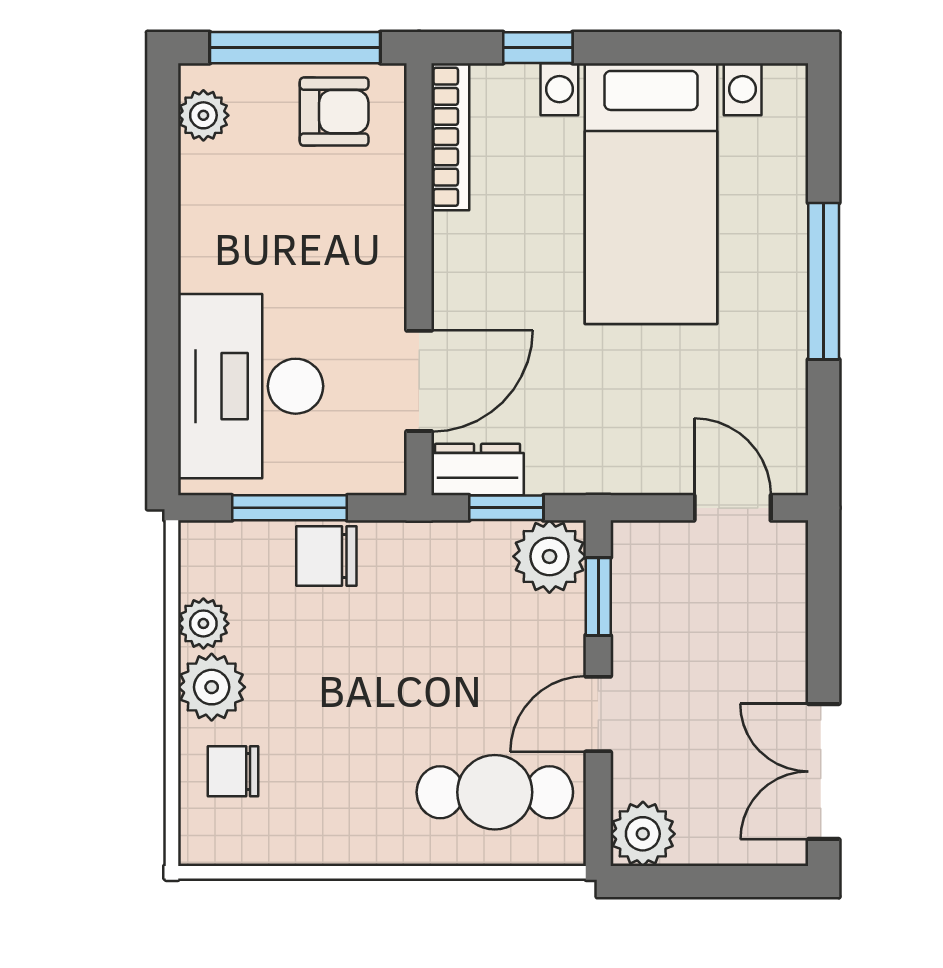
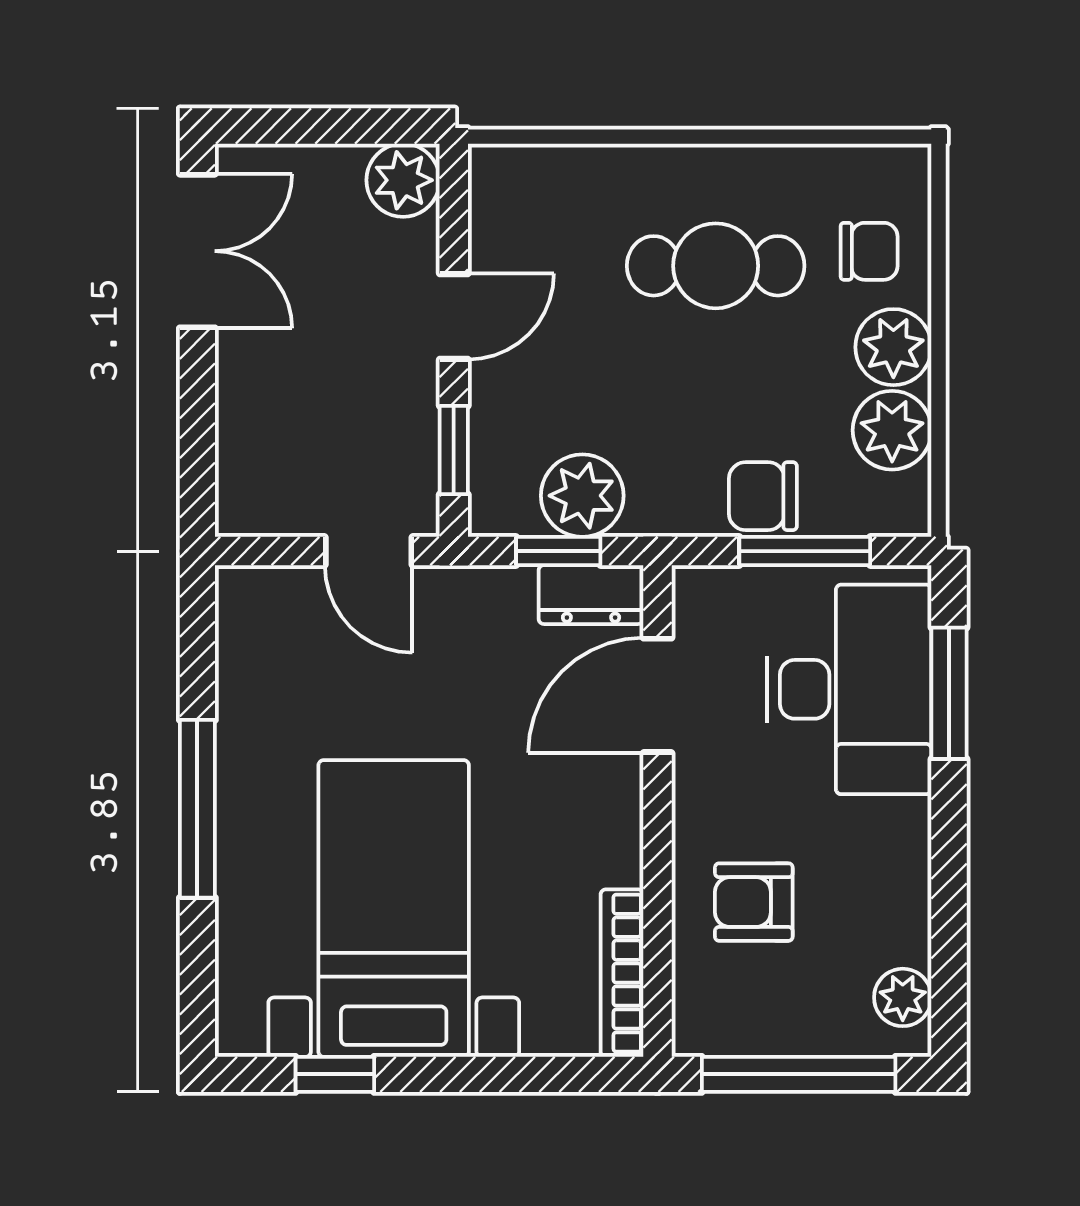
window: (538, 48) -> (335, 1074), moved
armchair: (334, 112) -> (754, 902), moved
window: (163, 383) -> (949, 693), added
door: (733, 508) -> (369, 551), moved
chair: (326, 556) -> (763, 496), turned 180
plant: (549, 556) -> (582, 496), moved
plant: (203, 623) -> (892, 430), width x1.38, depth x1.38
cafe table: (495, 792) -> (716, 266), moved

